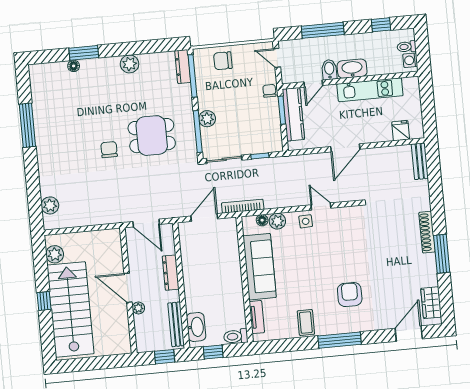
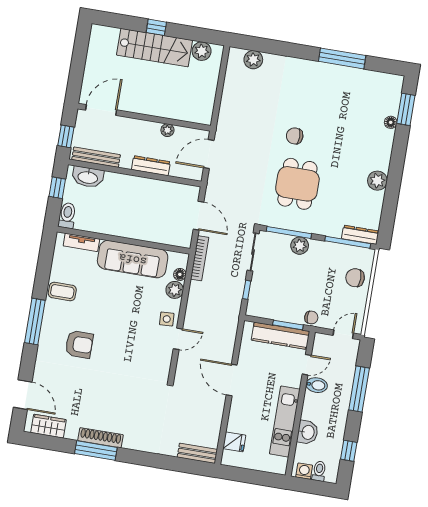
window: (84, 53) -> (406, 109), moved
chair: (223, 61) -> (355, 278), turned -90
washbasin: (352, 69) -> (308, 432), moved, width x0.72
door: (313, 84) -> (307, 365), swing flipped
chair: (109, 150) -> (295, 136), turned 180
shoe rack: (427, 232) -> (101, 438), moved
door: (128, 288) -> (101, 110), moved
plant: (138, 308) -> (167, 130), moved
stairs: (70, 309) -> (155, 48), width x0.73, depth x0.66

